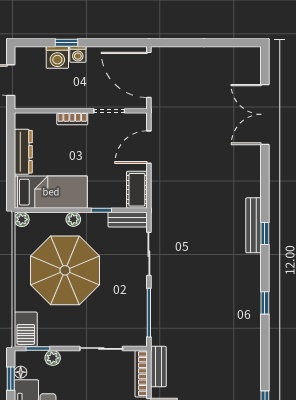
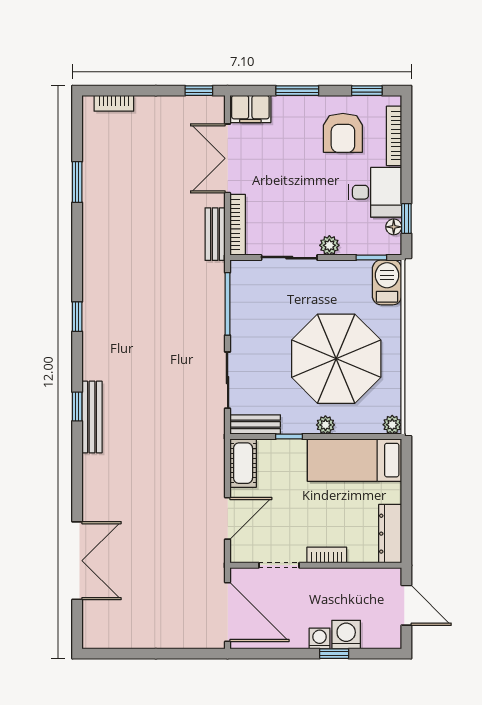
dresser: (23, 152) -> (390, 534), moved
plant: (53, 358) -> (329, 245), moved

